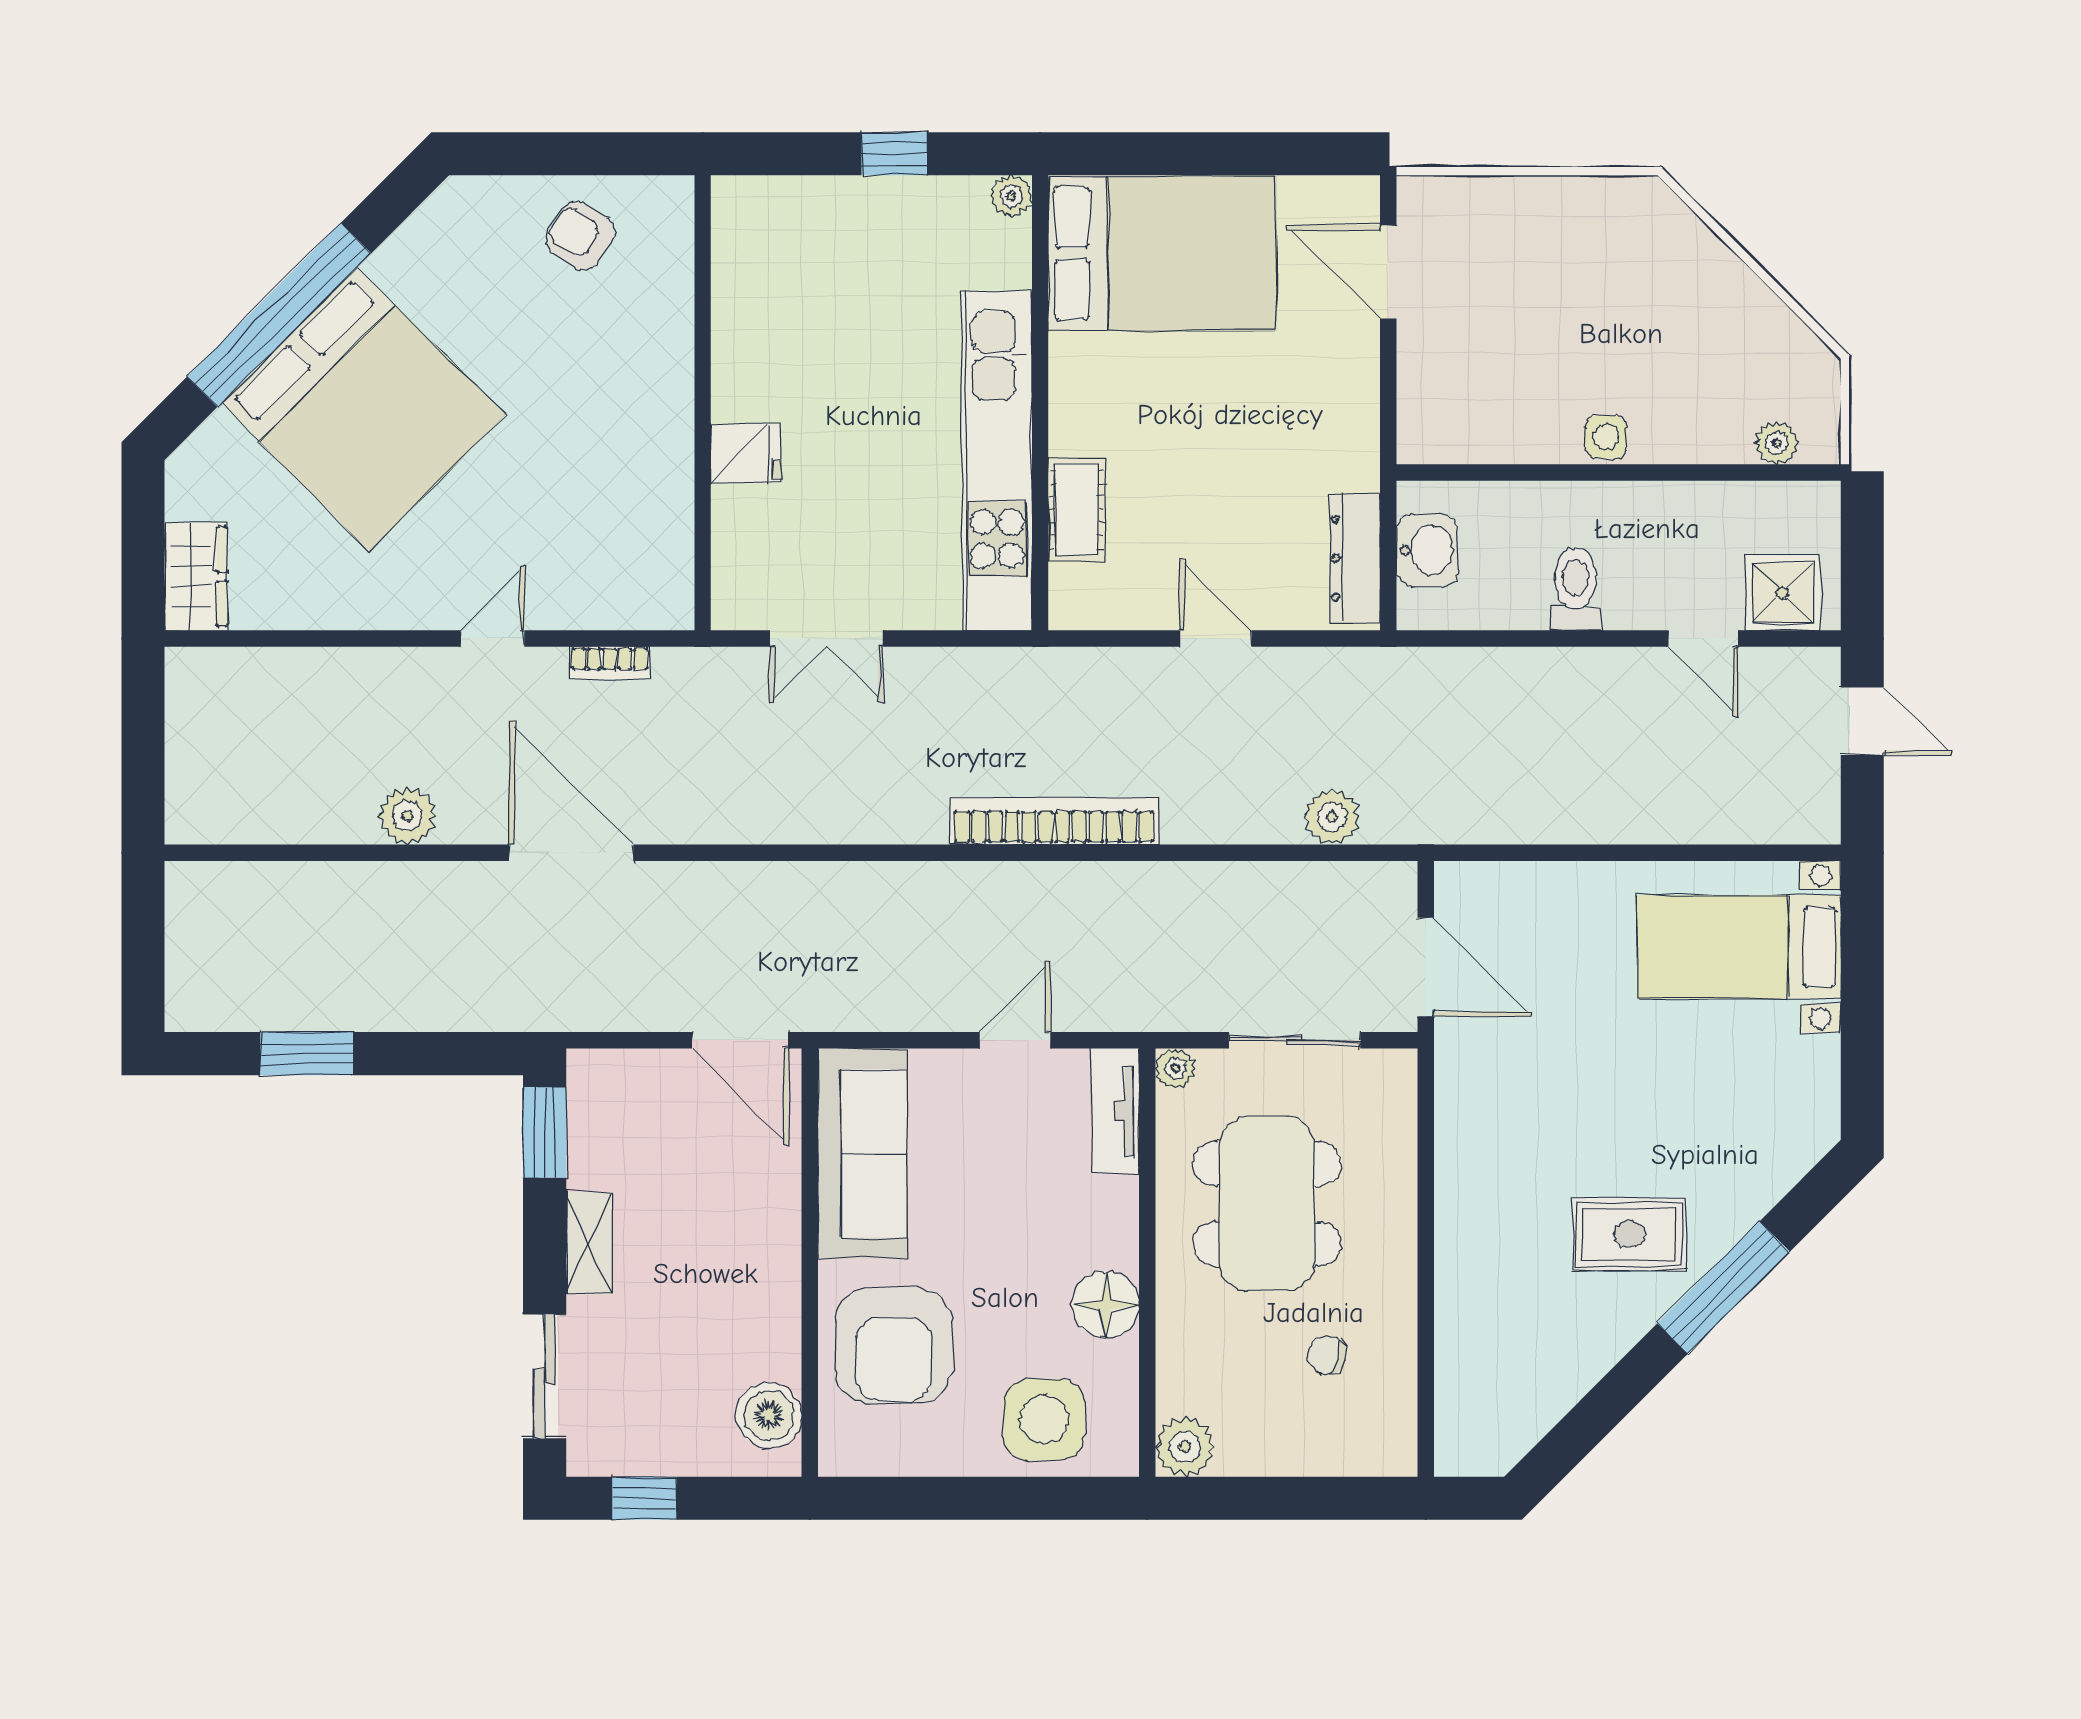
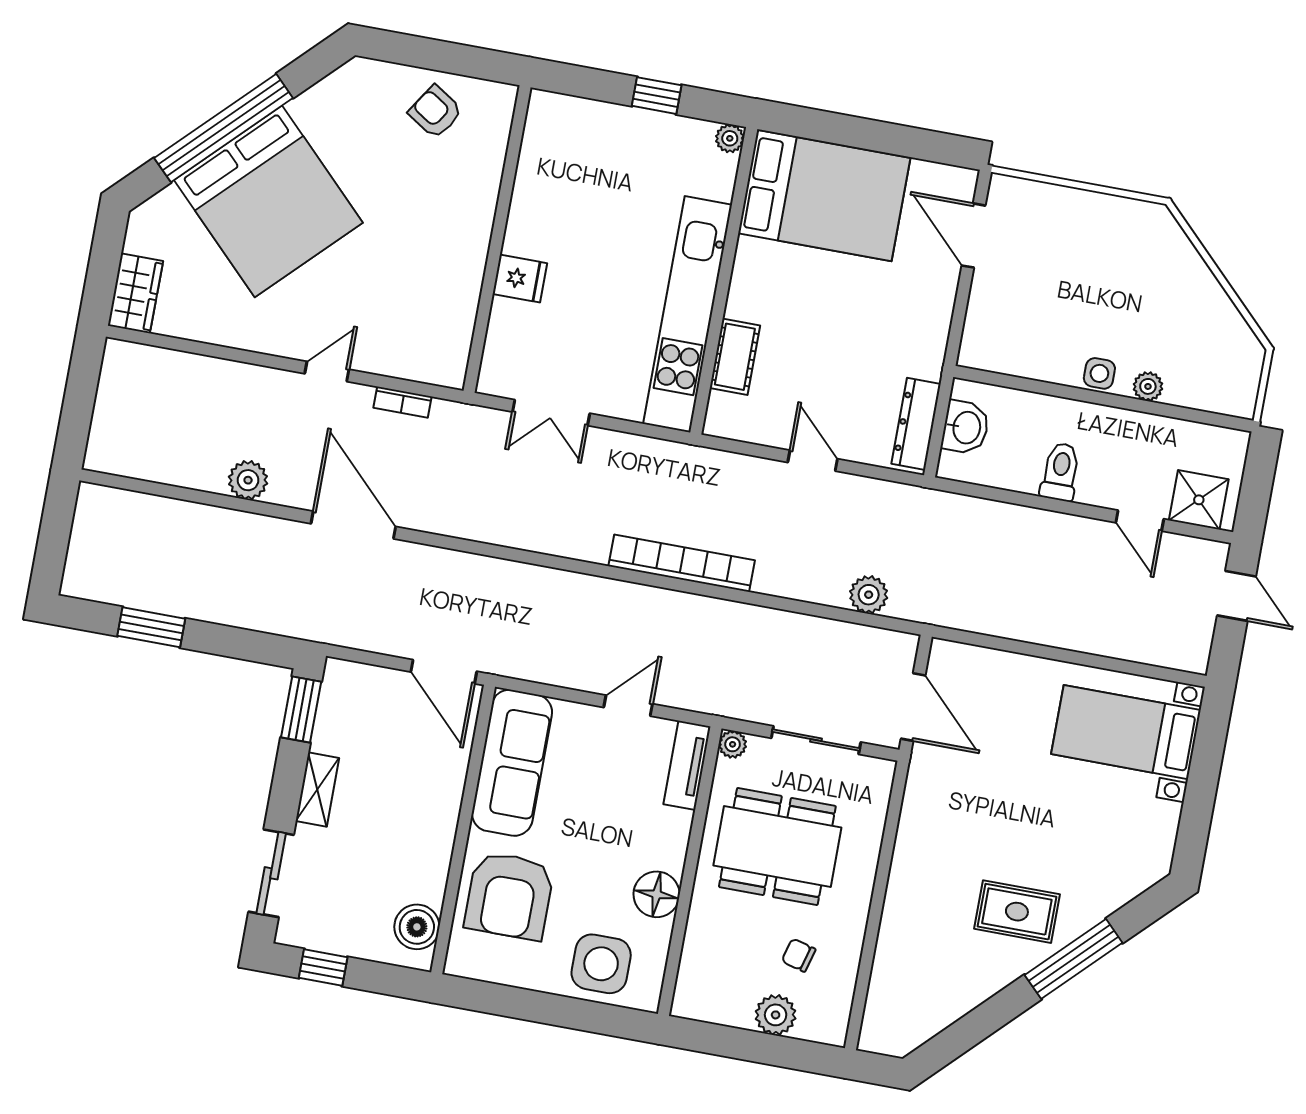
plant: (1777, 443) -> (1148, 386), moved
dining table: (1267, 1204) -> (777, 846), turned 90
plant: (1185, 1447) -> (776, 1015), moved

